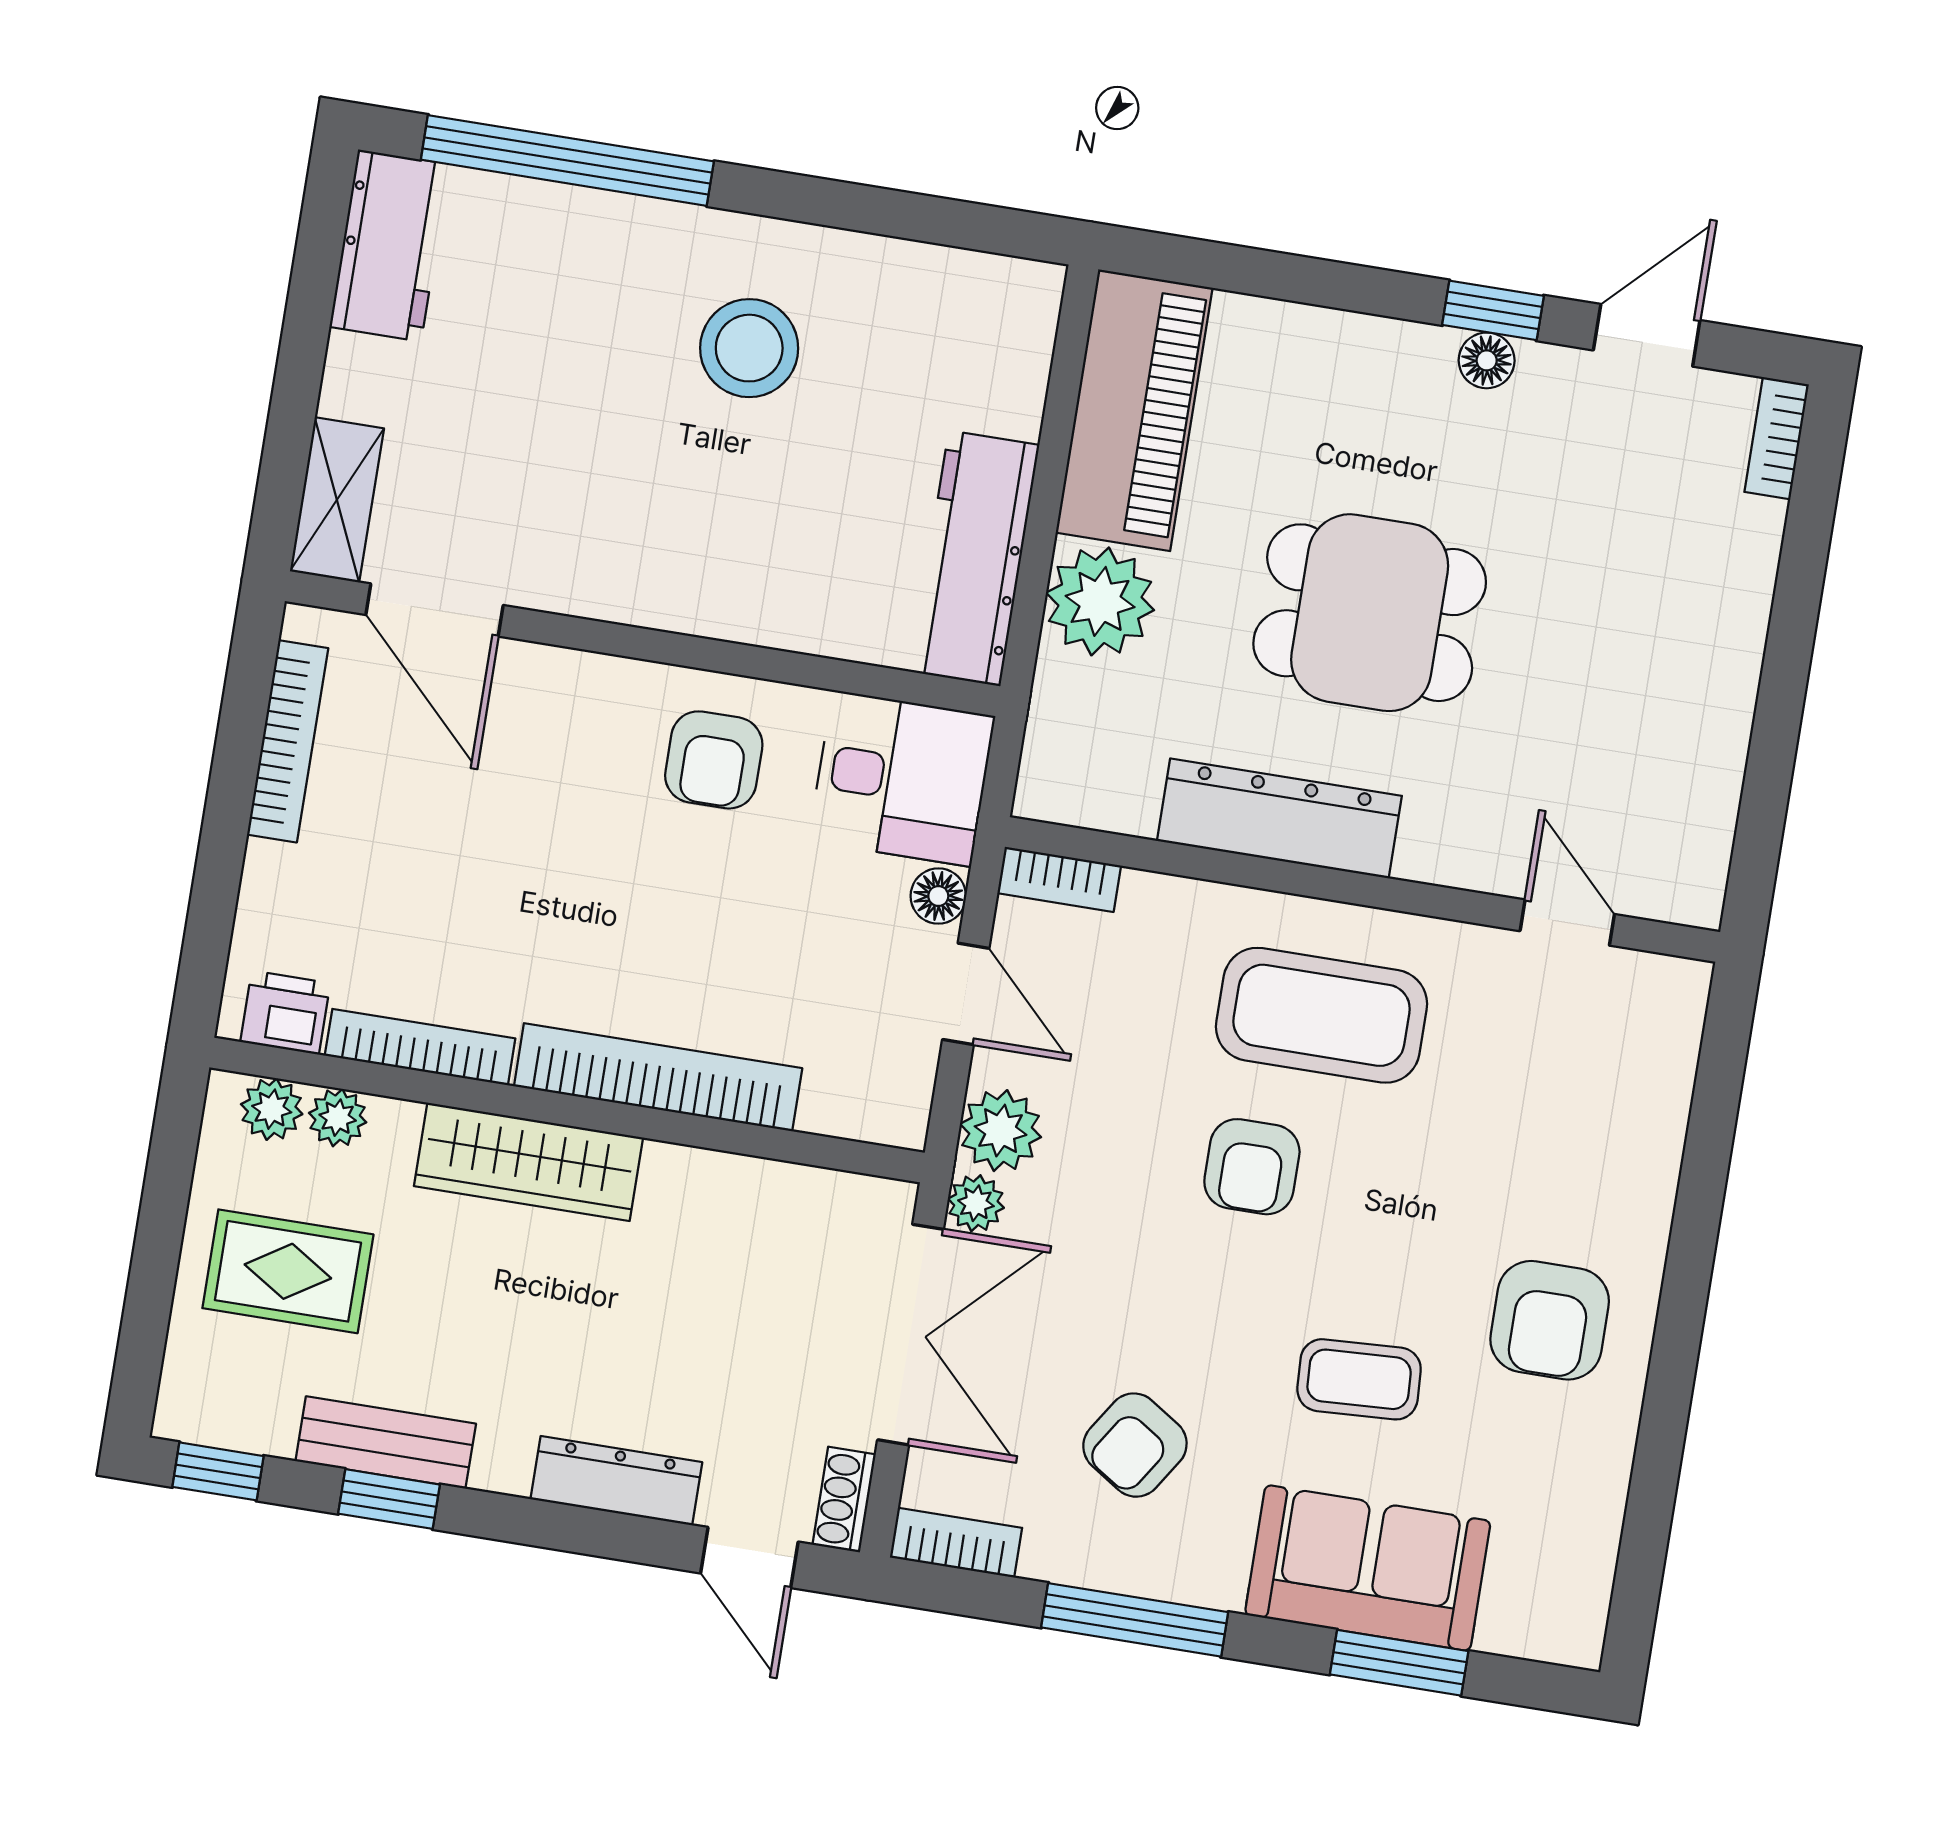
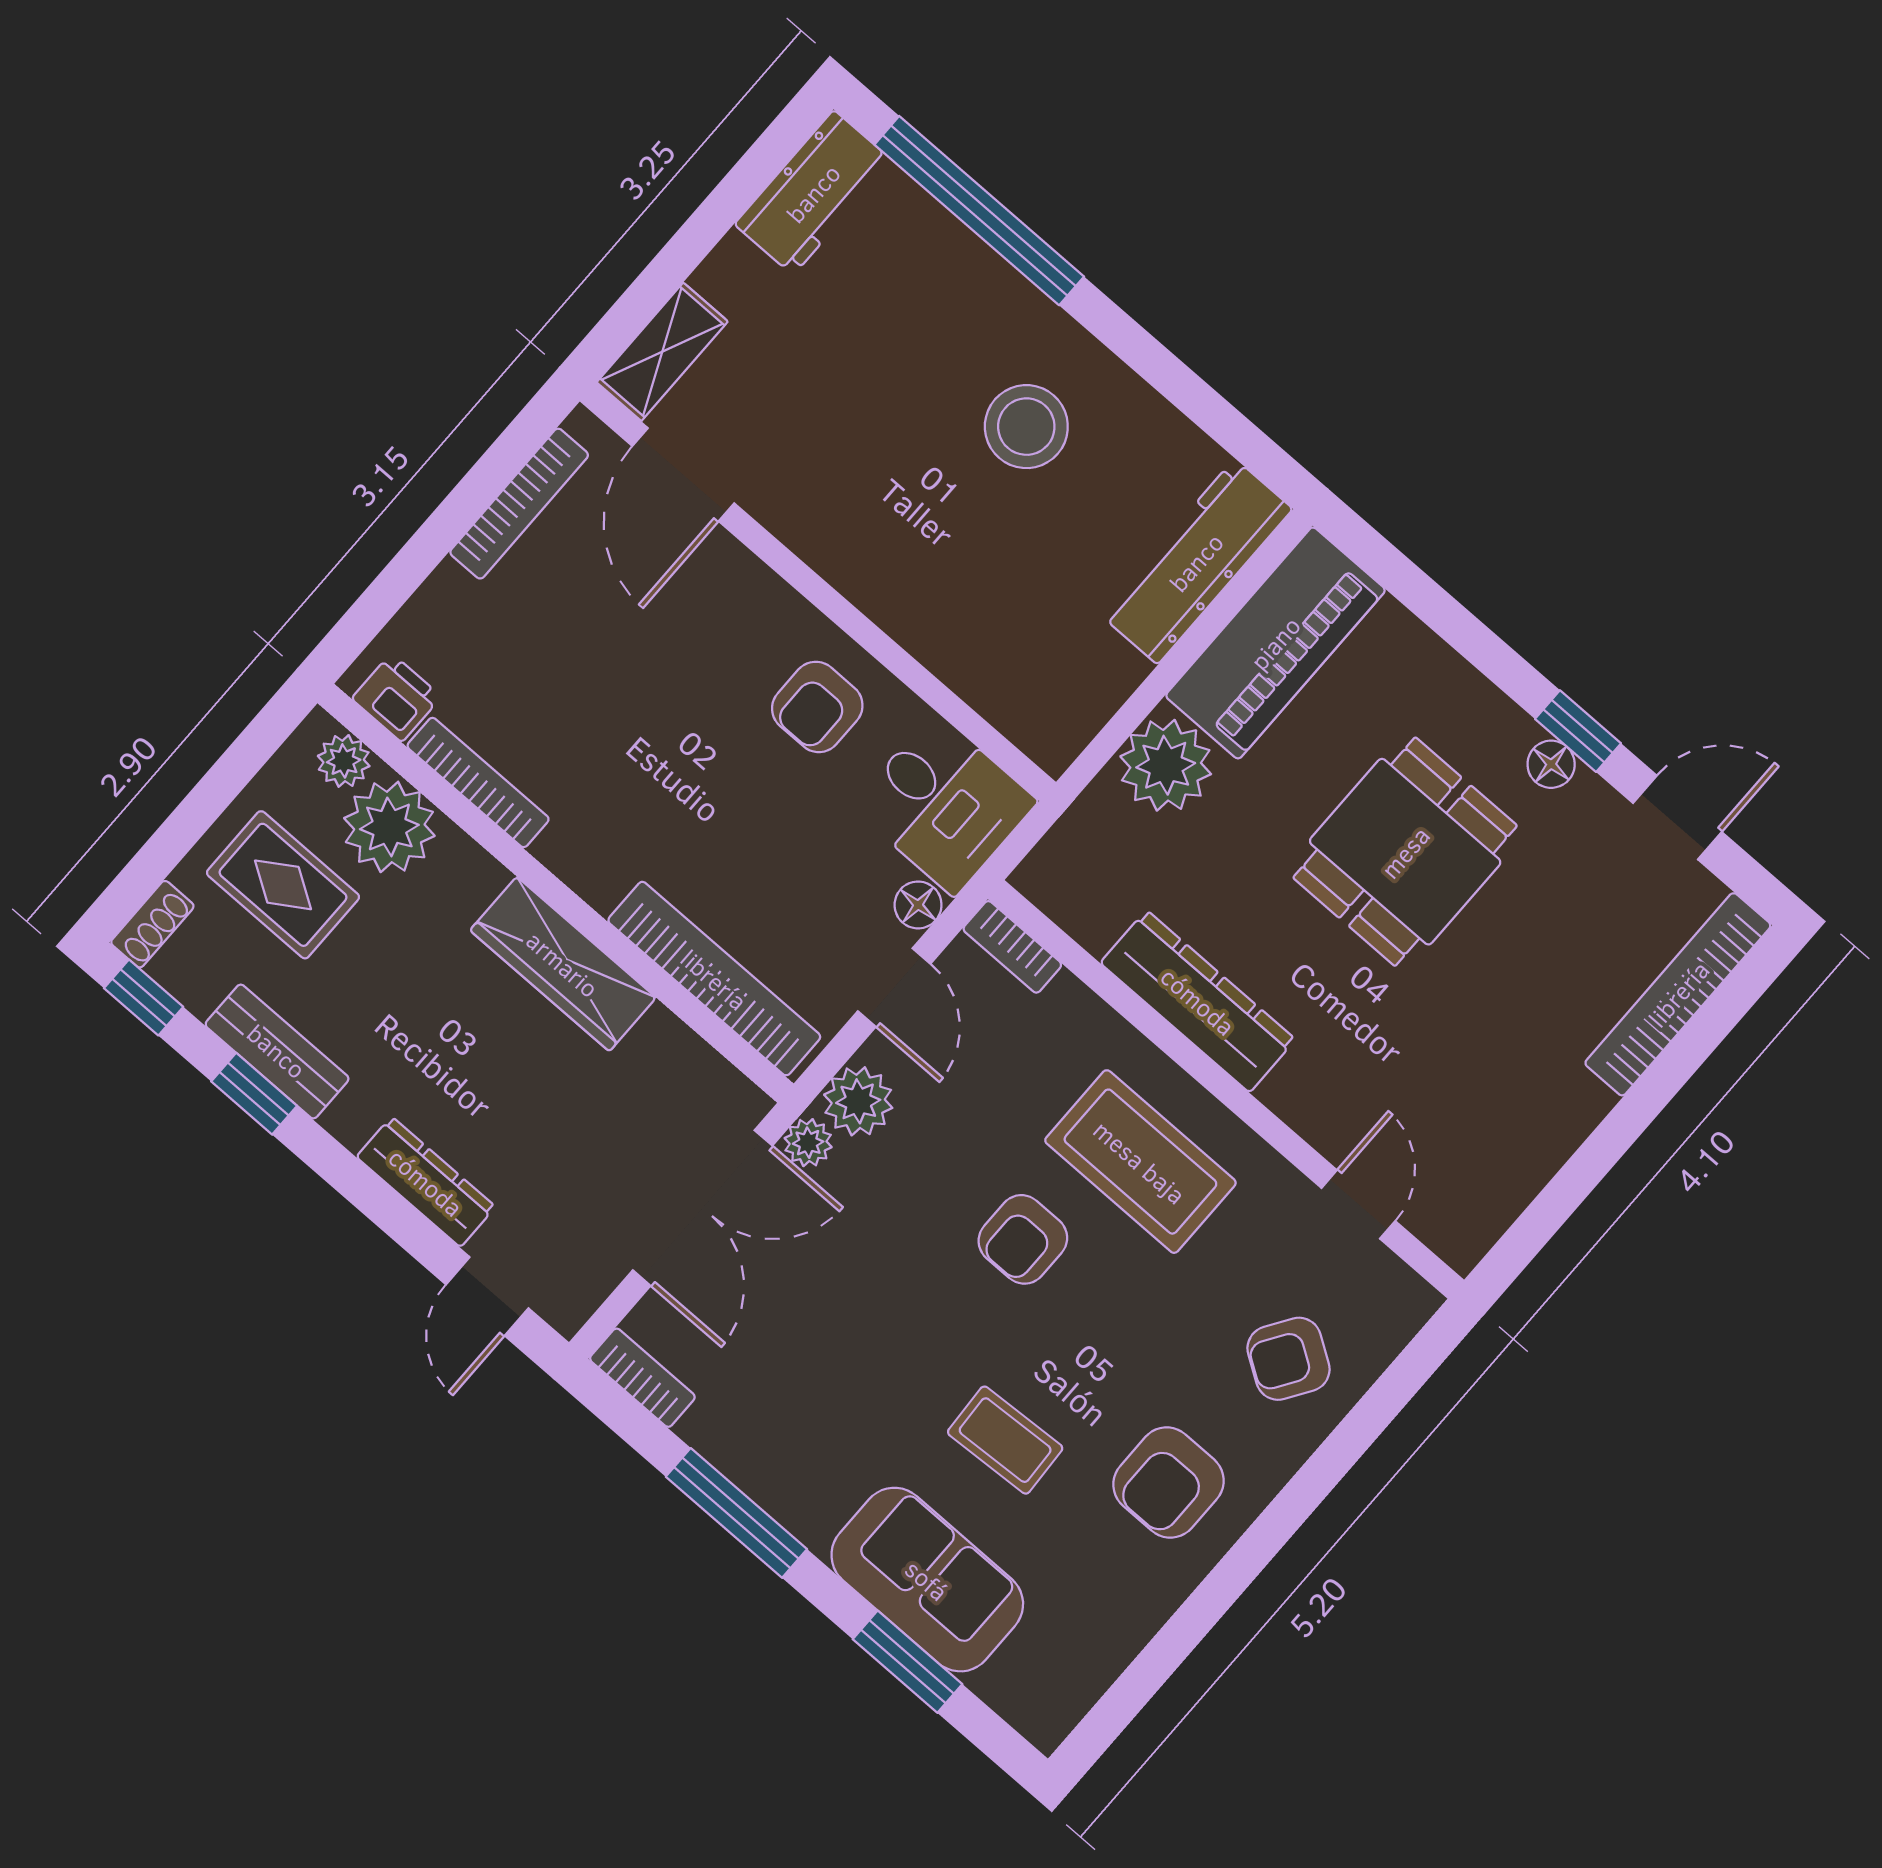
bookcase: (1777, 438) -> (1678, 994), width x2.31, depth x1.31
workbench: (975, 558) -> (1196, 562), moved
dining table: (1370, 613) -> (1405, 852), moved, turned 90
bookcase: (658, 1077) -> (714, 979), moved
plant: (338, 1118) -> (389, 827), width x1.87, depth x1.87
wardrobe: (529, 1162) -> (563, 964), moved
armchair: (1135, 1445) -> (1289, 1359), moved
shoe rack: (844, 1500) -> (152, 924), moved, turned 180

